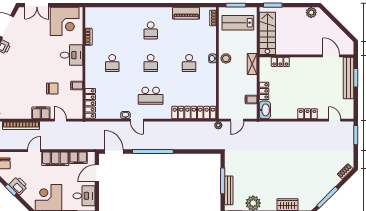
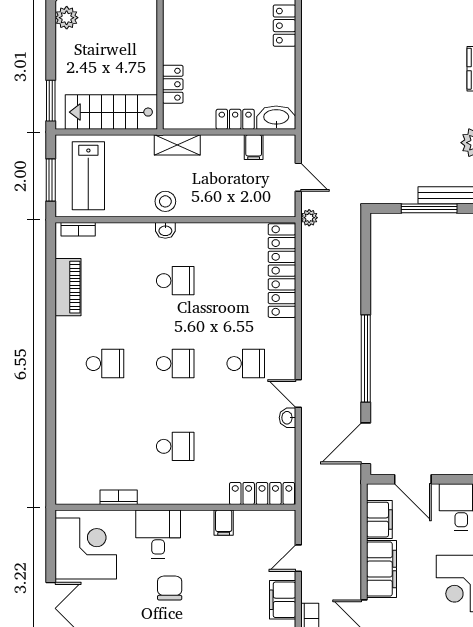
chair: (52, 88) -> (170, 588), moved
school desk: (151, 96) -> (246, 364), width x0.54
door: (137, 120) -> (298, 393), swing flipped

